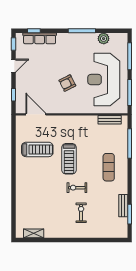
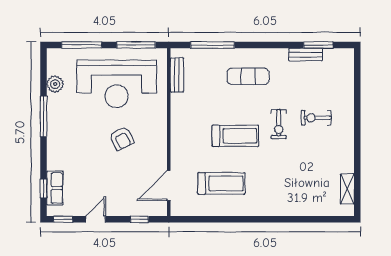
row of seats: (40, 38) -> (55, 188), width x0.68
door: (13, 66) -> (96, 219), hinge flipped
treadmill: (37, 149) -> (221, 183), turned 90

